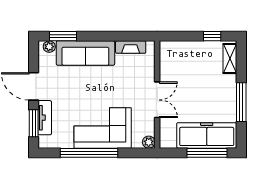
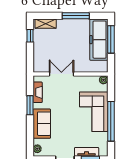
window: (63, 36) -> (30, 105), moved
sofa: (85, 53) -> (42, 124), width x0.73
double door: (157, 100) -> (61, 74), moved

